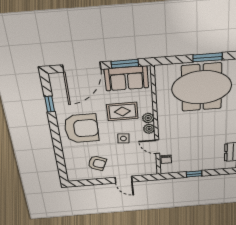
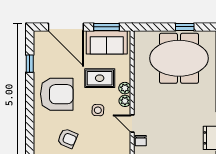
window: (208, 57) -> (185, 27), width x0.67
door: (82, 67) -> (66, 27), hinge flipped

